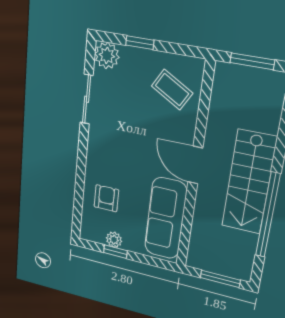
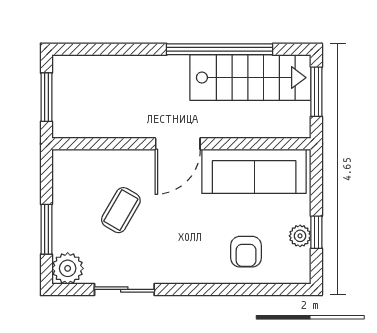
window: (140, 43) -> (46, 229), width x1.50
coffee table: (172, 90) -> (121, 210), moved
stairs: (249, 182) -> (250, 78), moved
armchair: (106, 198) -> (246, 252), turned -90

